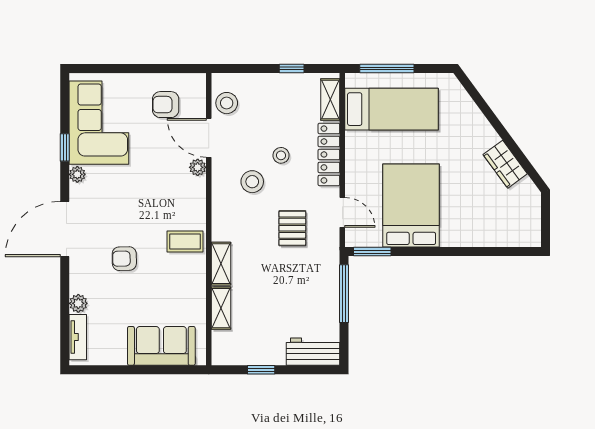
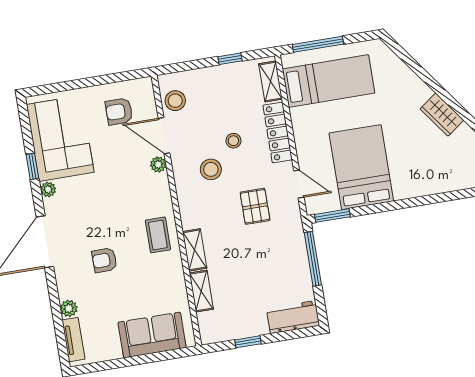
coffee table: (185, 241) -> (158, 235), turned 90

